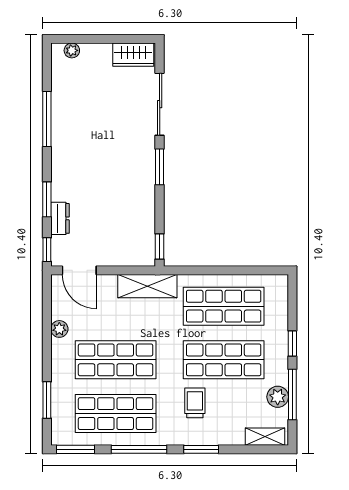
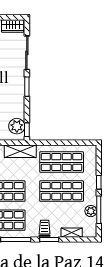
plant: (141, 240) -> (17, 126), added
trolley: (195, 403) -> (45, 228), moved
shelving: (265, 437) -> (72, 233), moved

